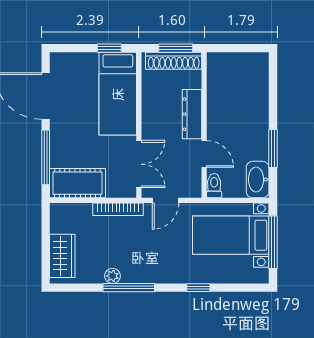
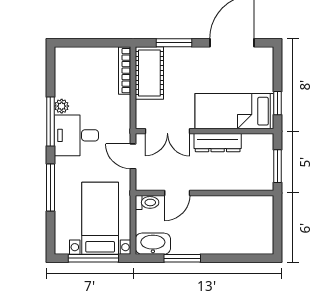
shoe rack: (174, 61) -> (265, 164), removed
dresser: (192, 114) -> (218, 143), moved, turned 180
window: (46, 157) -> (174, 43), width x0.69
bookcase: (118, 209) -> (125, 71), moved
wardrobe: (62, 256) -> (80, 59), removed
desk: (143, 260) -> (76, 135), added
window: (198, 288) -> (50, 188), width x2.17

